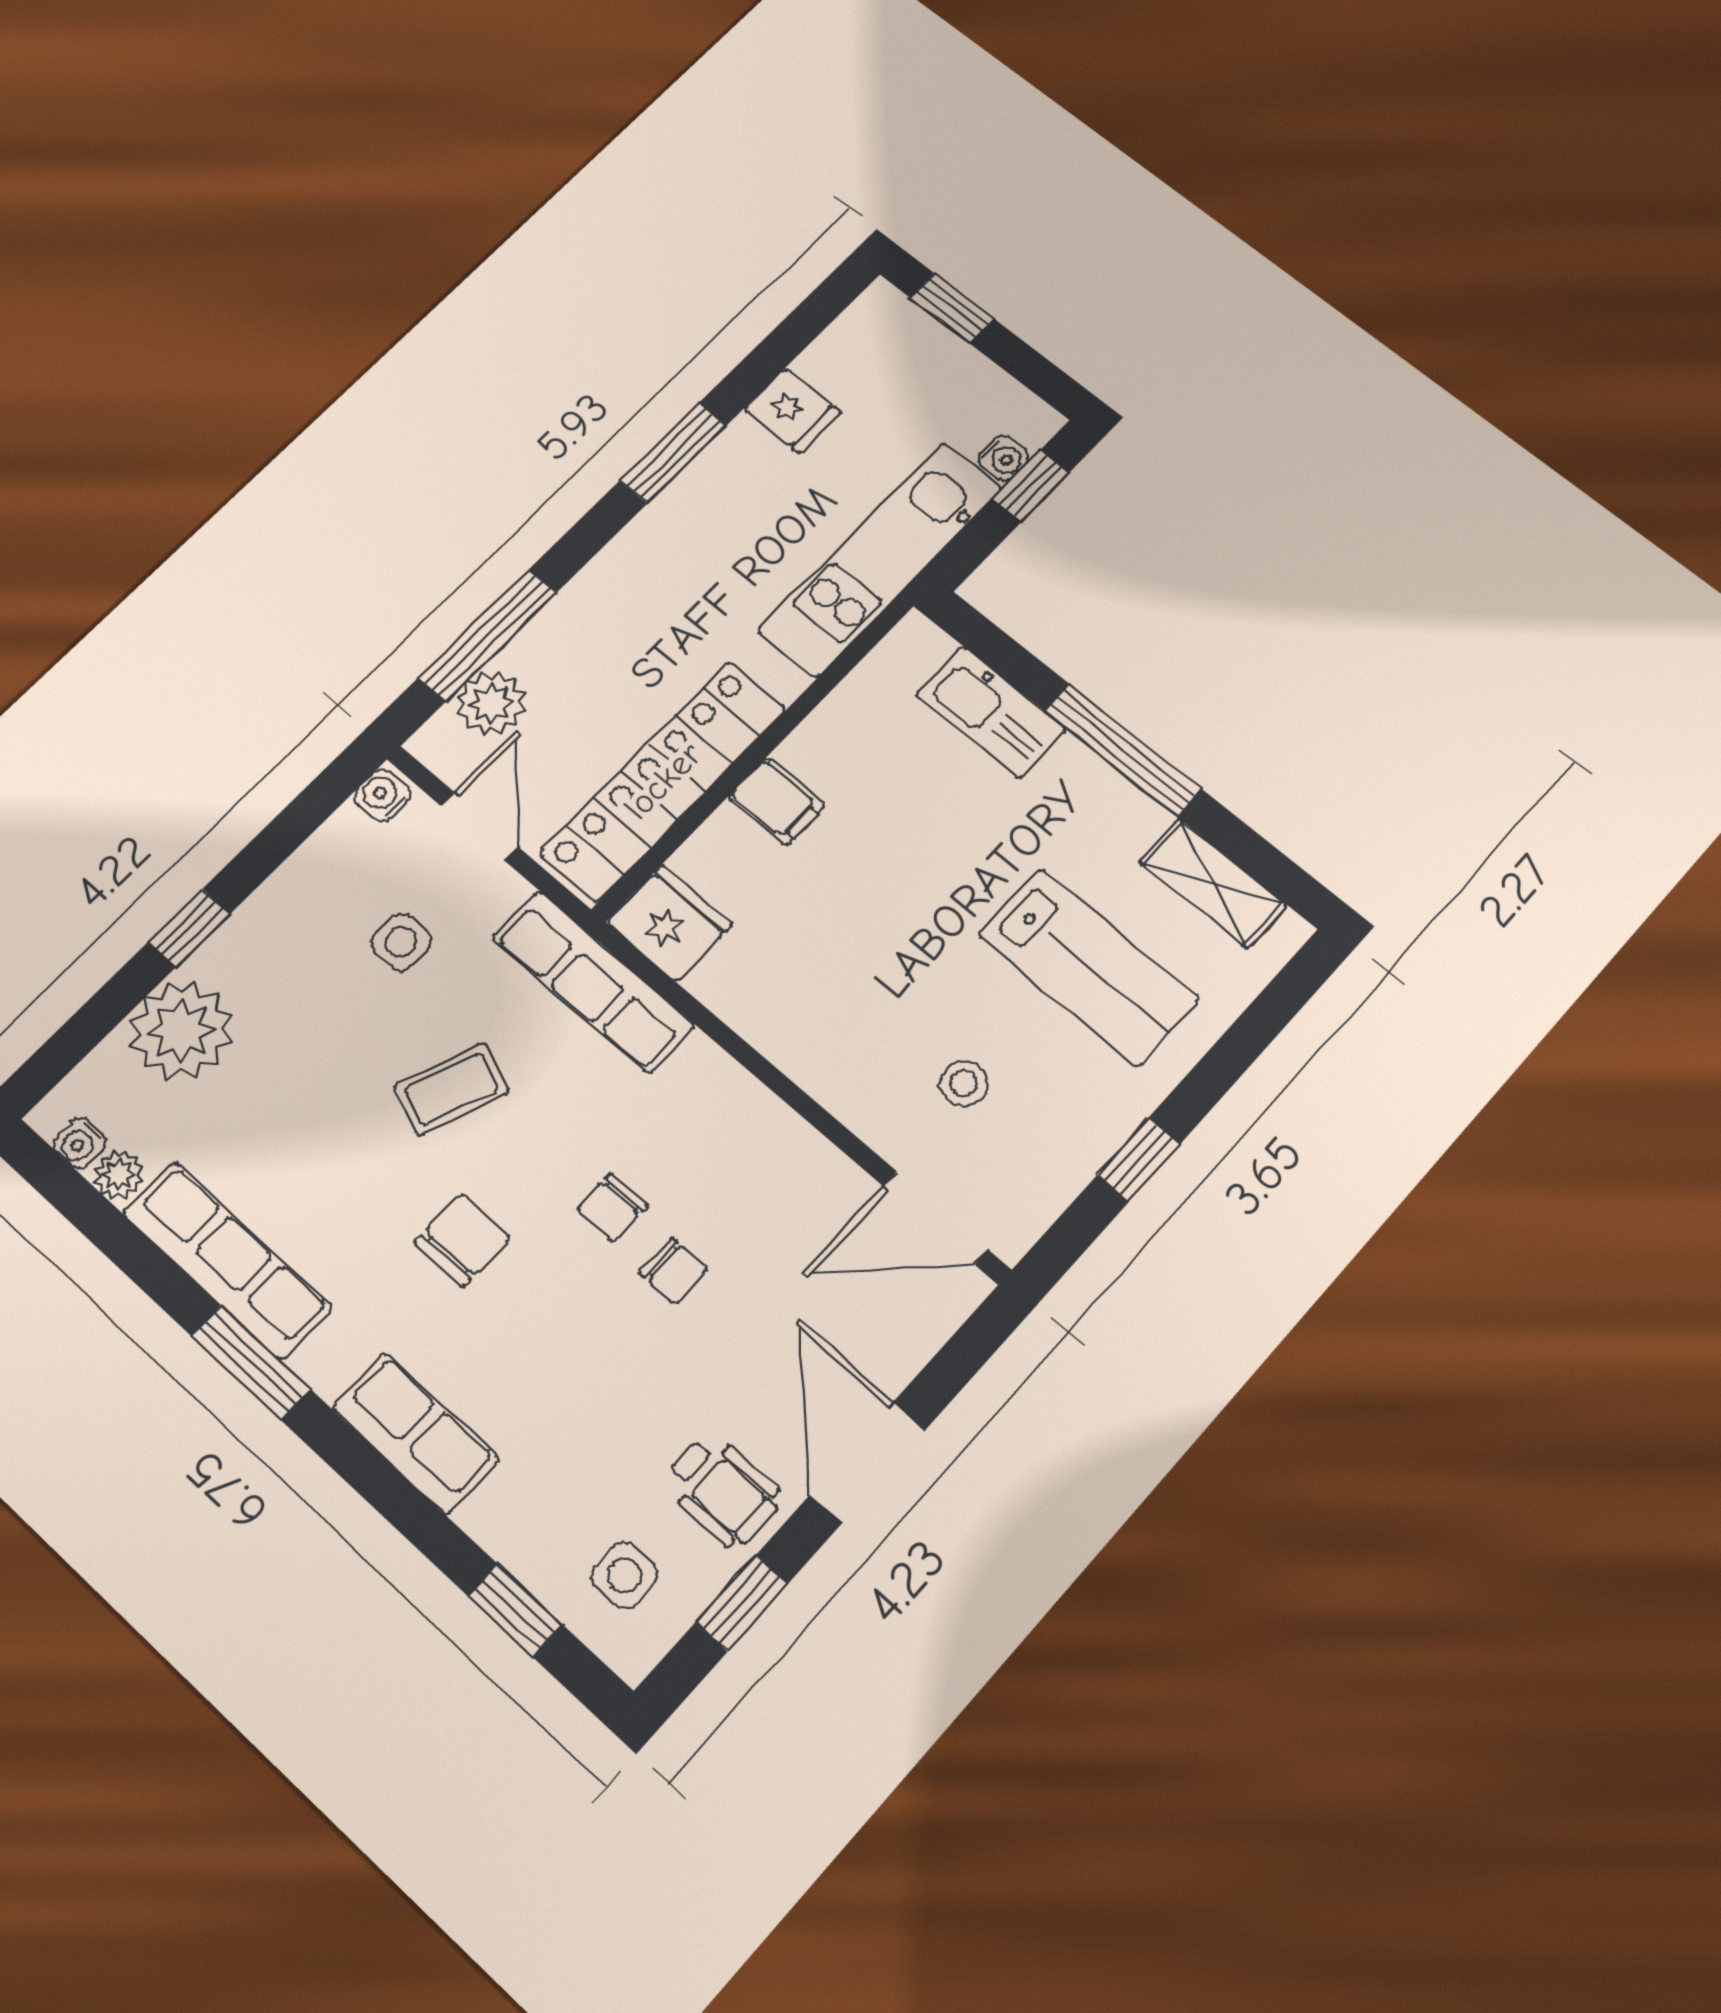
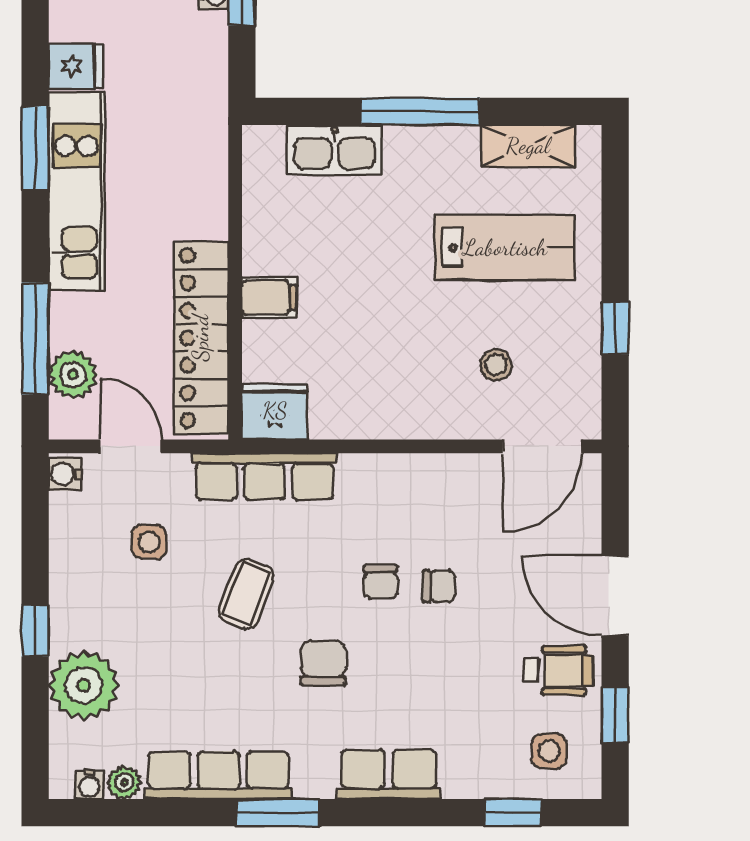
kitchen unit: (881, 559) -> (77, 191), moved, turned 180

